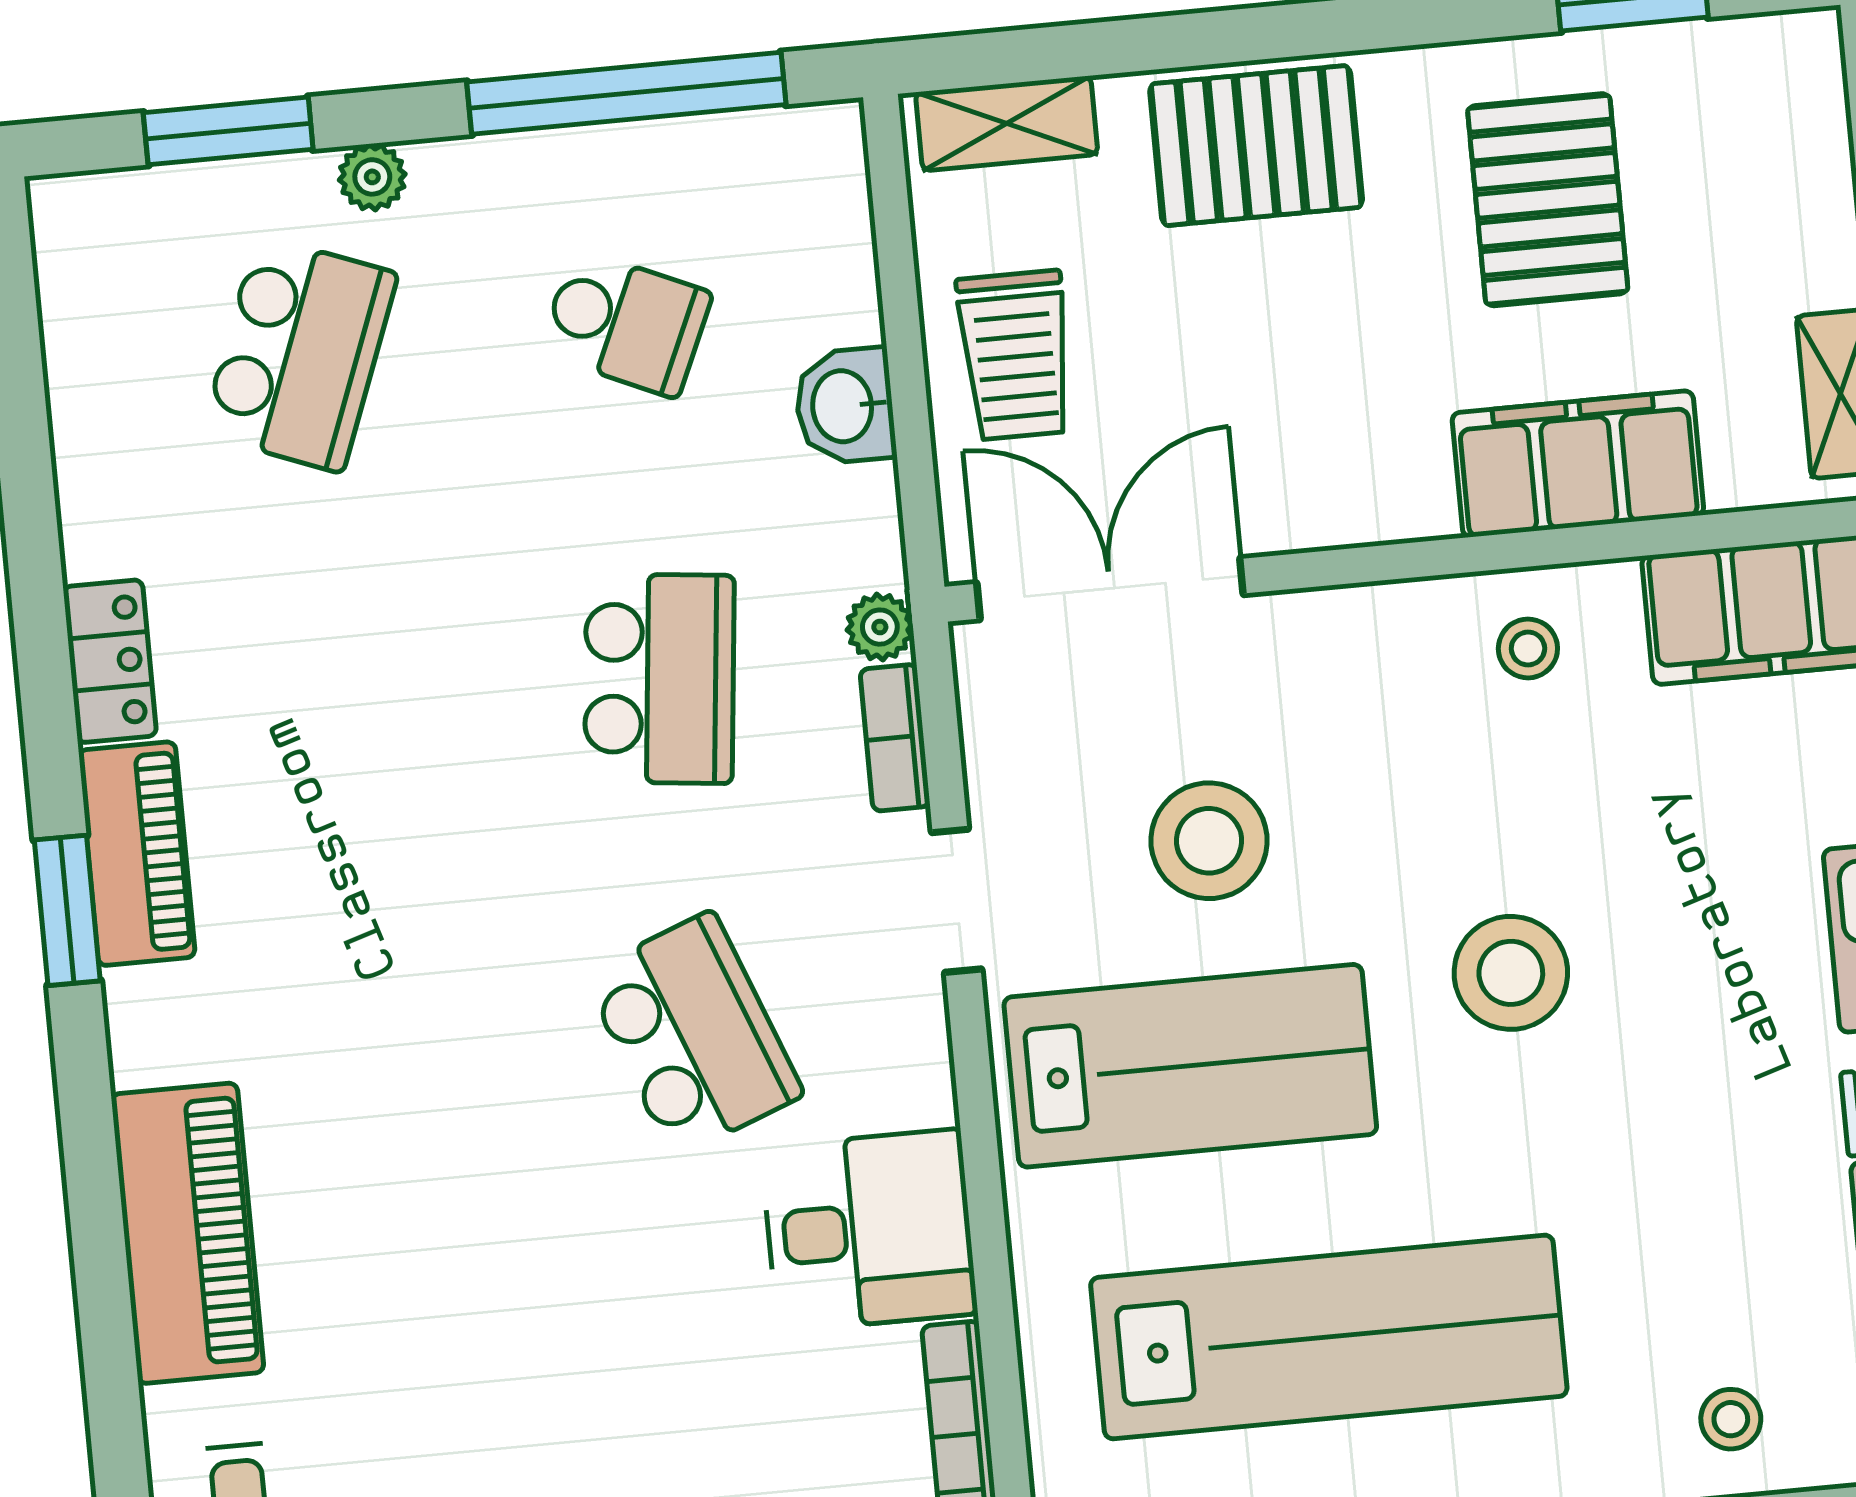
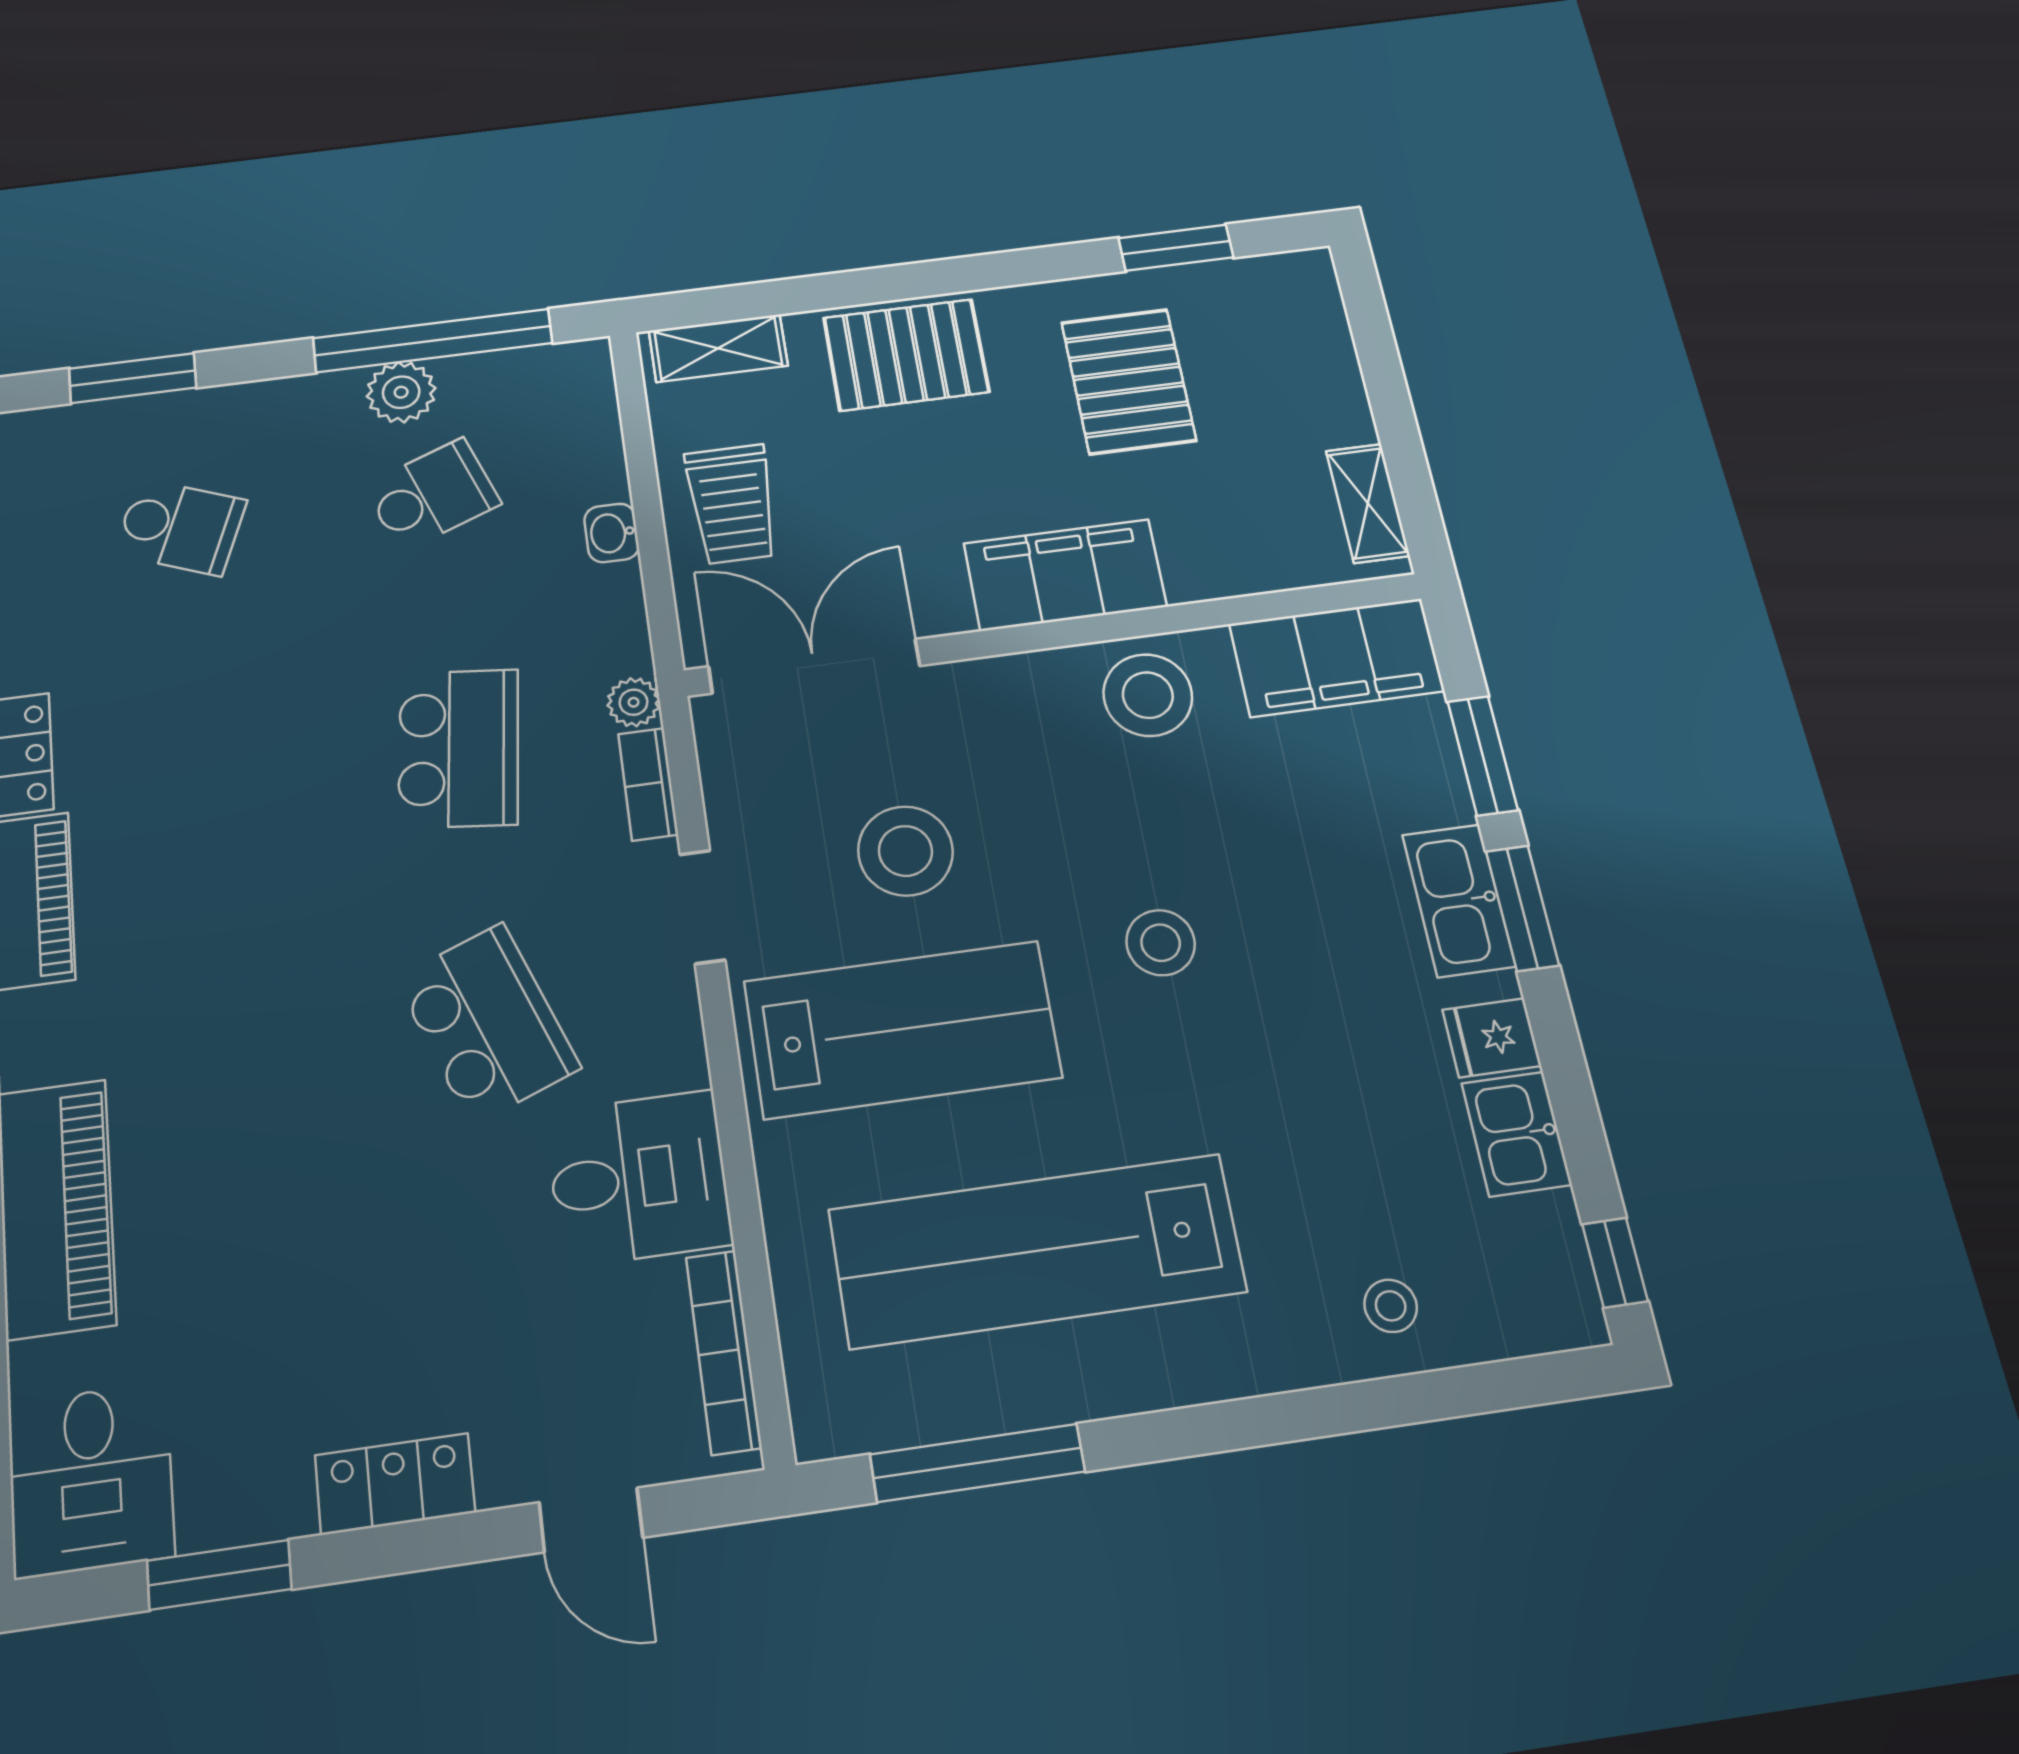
plant: (372, 177) -> (401, 392), moved, width x1.38, depth x1.38
school desk: (626, 323) -> (432, 495), turned -45
school desk: (300, 354) -> (180, 527), width x0.54
washbasin: (845, 406) -> (612, 533), width x0.72, depth x0.69
filing cabinet: (1578, 464) -> (1065, 575), moved
stool: (1528, 648) -> (1148, 695), width x1.89, depth x1.89
stool: (1511, 973) -> (1161, 943), width x0.73, depth x0.73
lab bench: (1329, 1337) -> (1037, 1251), turned 180

